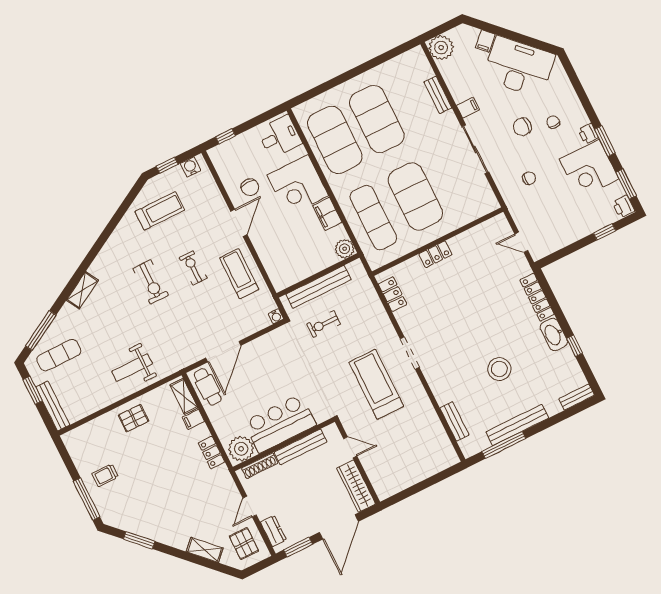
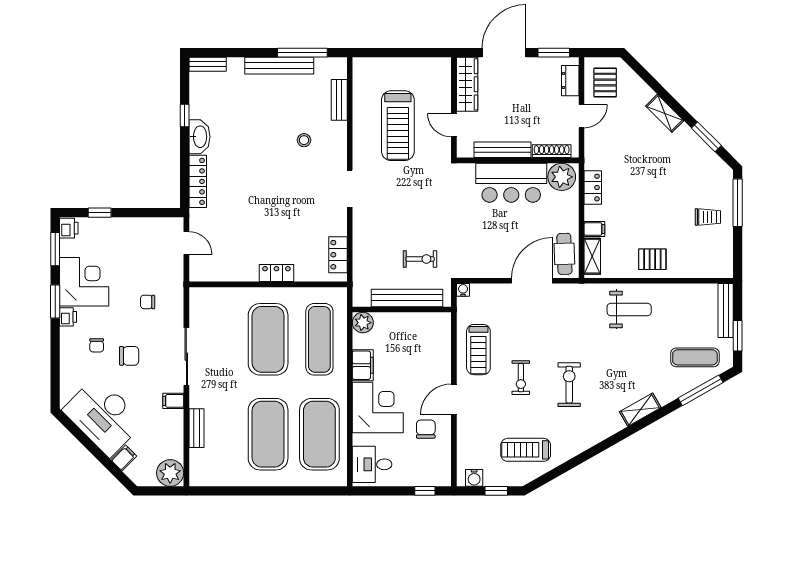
stool: (499, 369) -> (304, 140), moved, width x0.53, depth x0.53
treadmill: (376, 384) -> (398, 126), moved
shelving: (205, 550) -> (665, 113), moved

